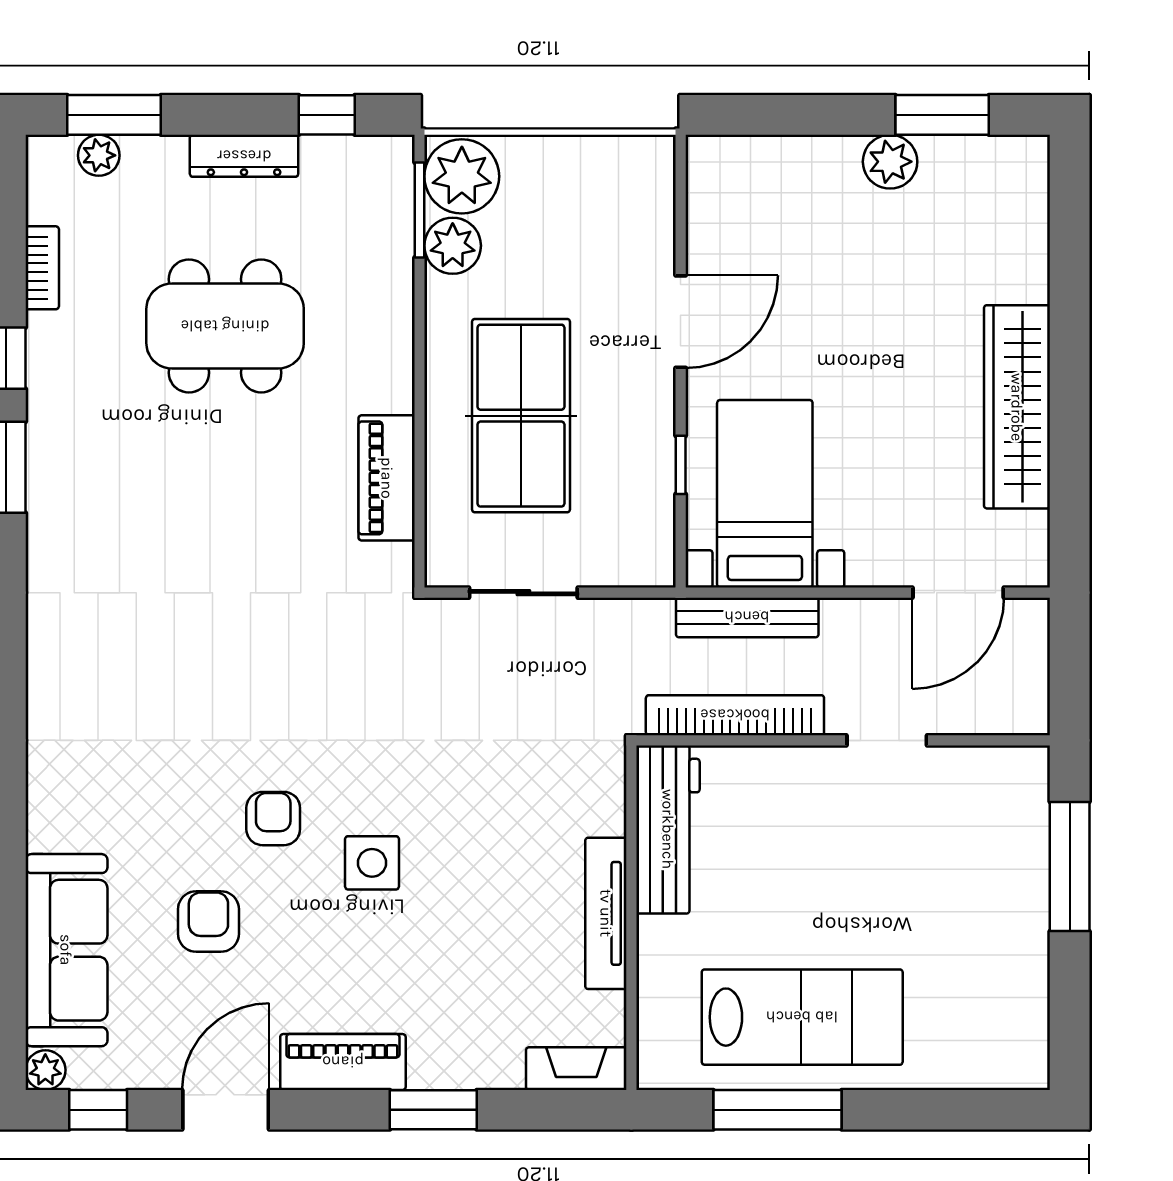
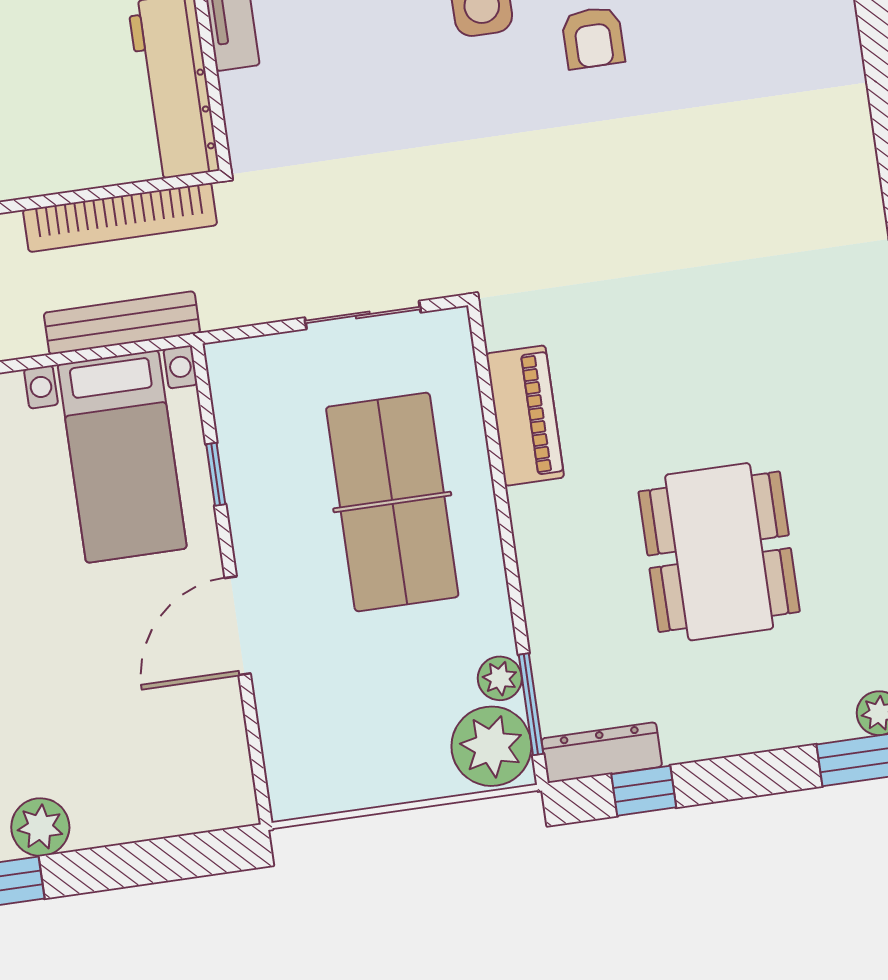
dresser: (244, 156) -> (602, 753), moved
plant: (453, 246) -> (500, 678), width x0.73, depth x0.73
dining table: (225, 326) -> (719, 552), turned 90

